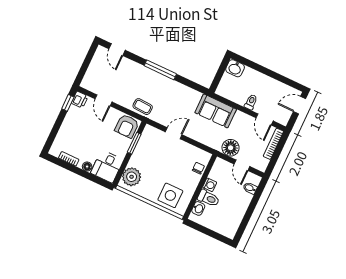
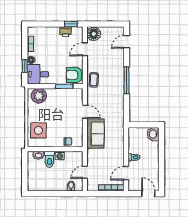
printer: (80, 100) -> (66, 32), moved
sofa: (216, 111) -> (95, 134), moved, turned 180
floor lamp: (231, 148) -> (94, 34), moved
window: (91, 177) -> (25, 66), added

